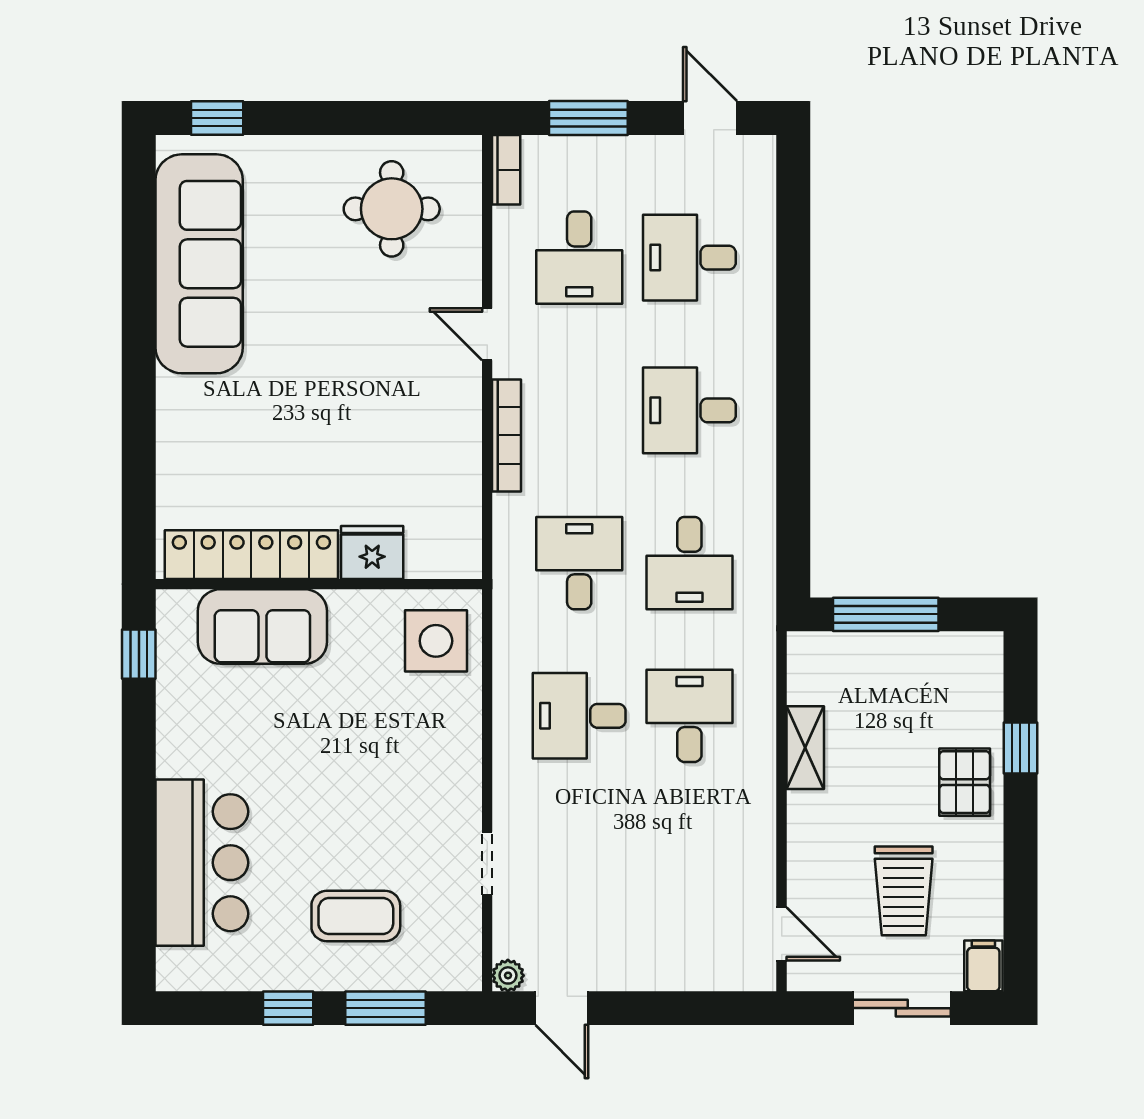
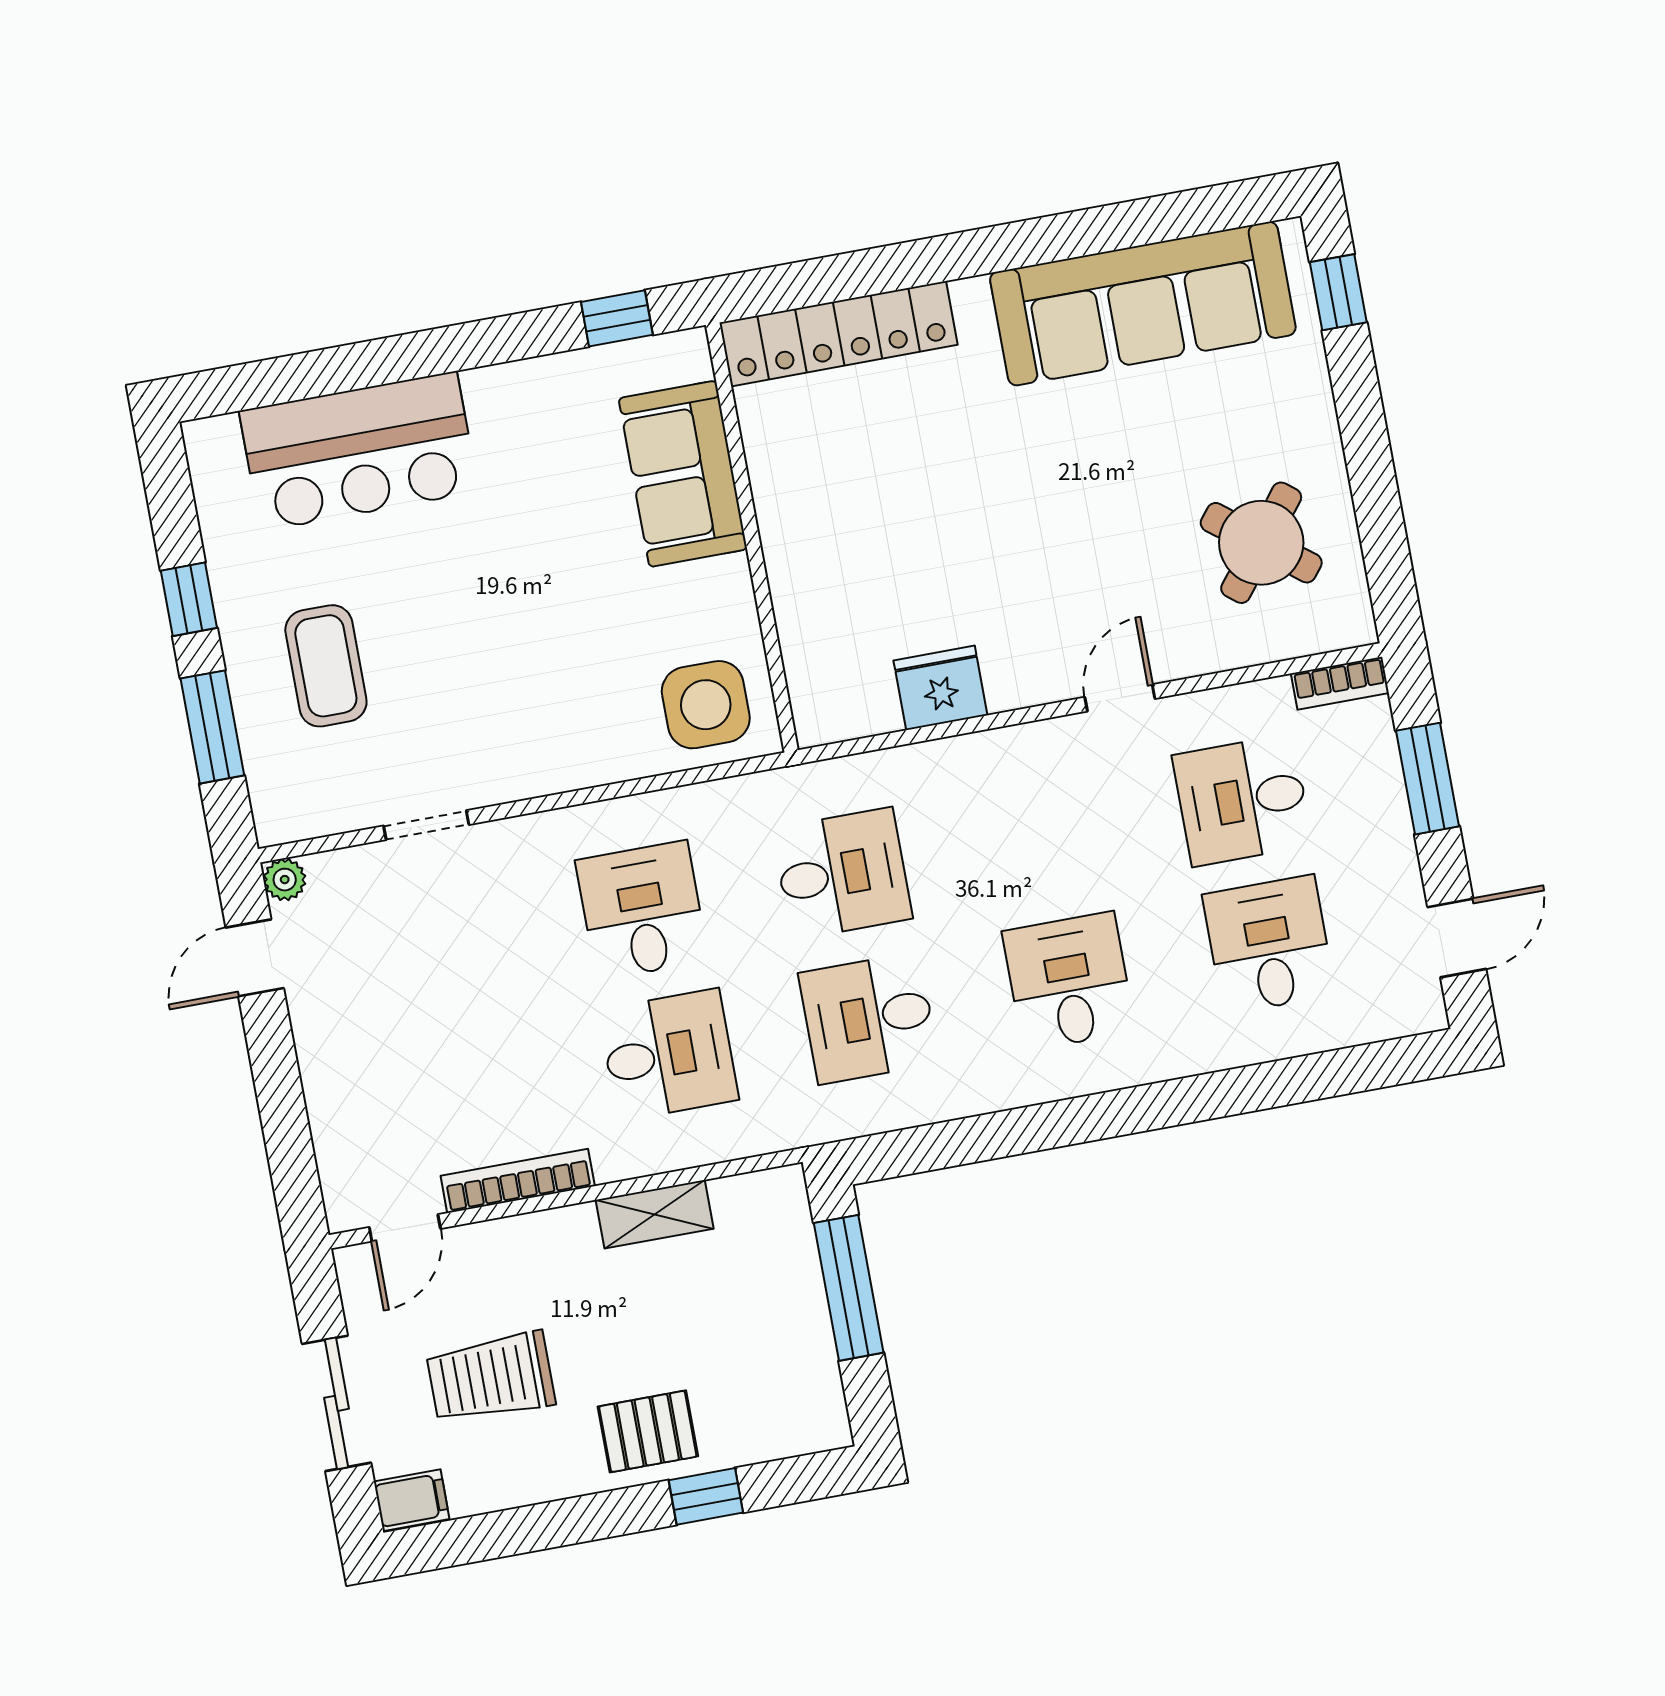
round table: (392, 209) -> (1261, 543), turned 38
bookcase: (506, 435) -> (518, 1181), moved, turned 180
fridge: (372, 552) -> (940, 688), moved, turned -90
locker: (251, 555) -> (839, 334), moved, turned 90

